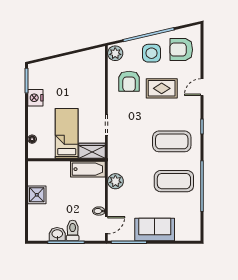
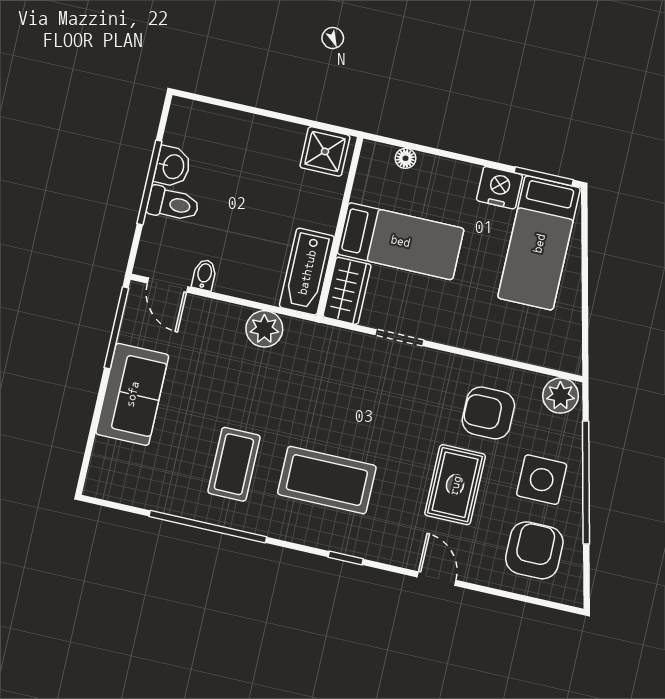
bed: (54, 76) -> (539, 243), added
coffee table: (172, 141) -> (327, 480), turned 90
coffee table: (174, 181) -> (234, 464), width x0.73, depth x0.76
shower: (37, 195) -> (325, 151), moved

